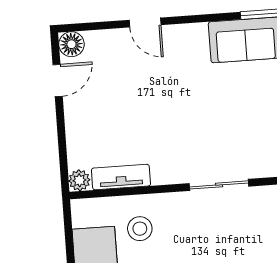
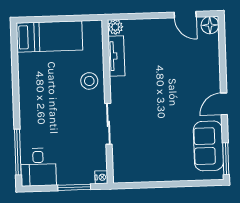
door: (145, 22) -> (224, 104), moved
stool: (140, 229) -> (89, 81), moved

